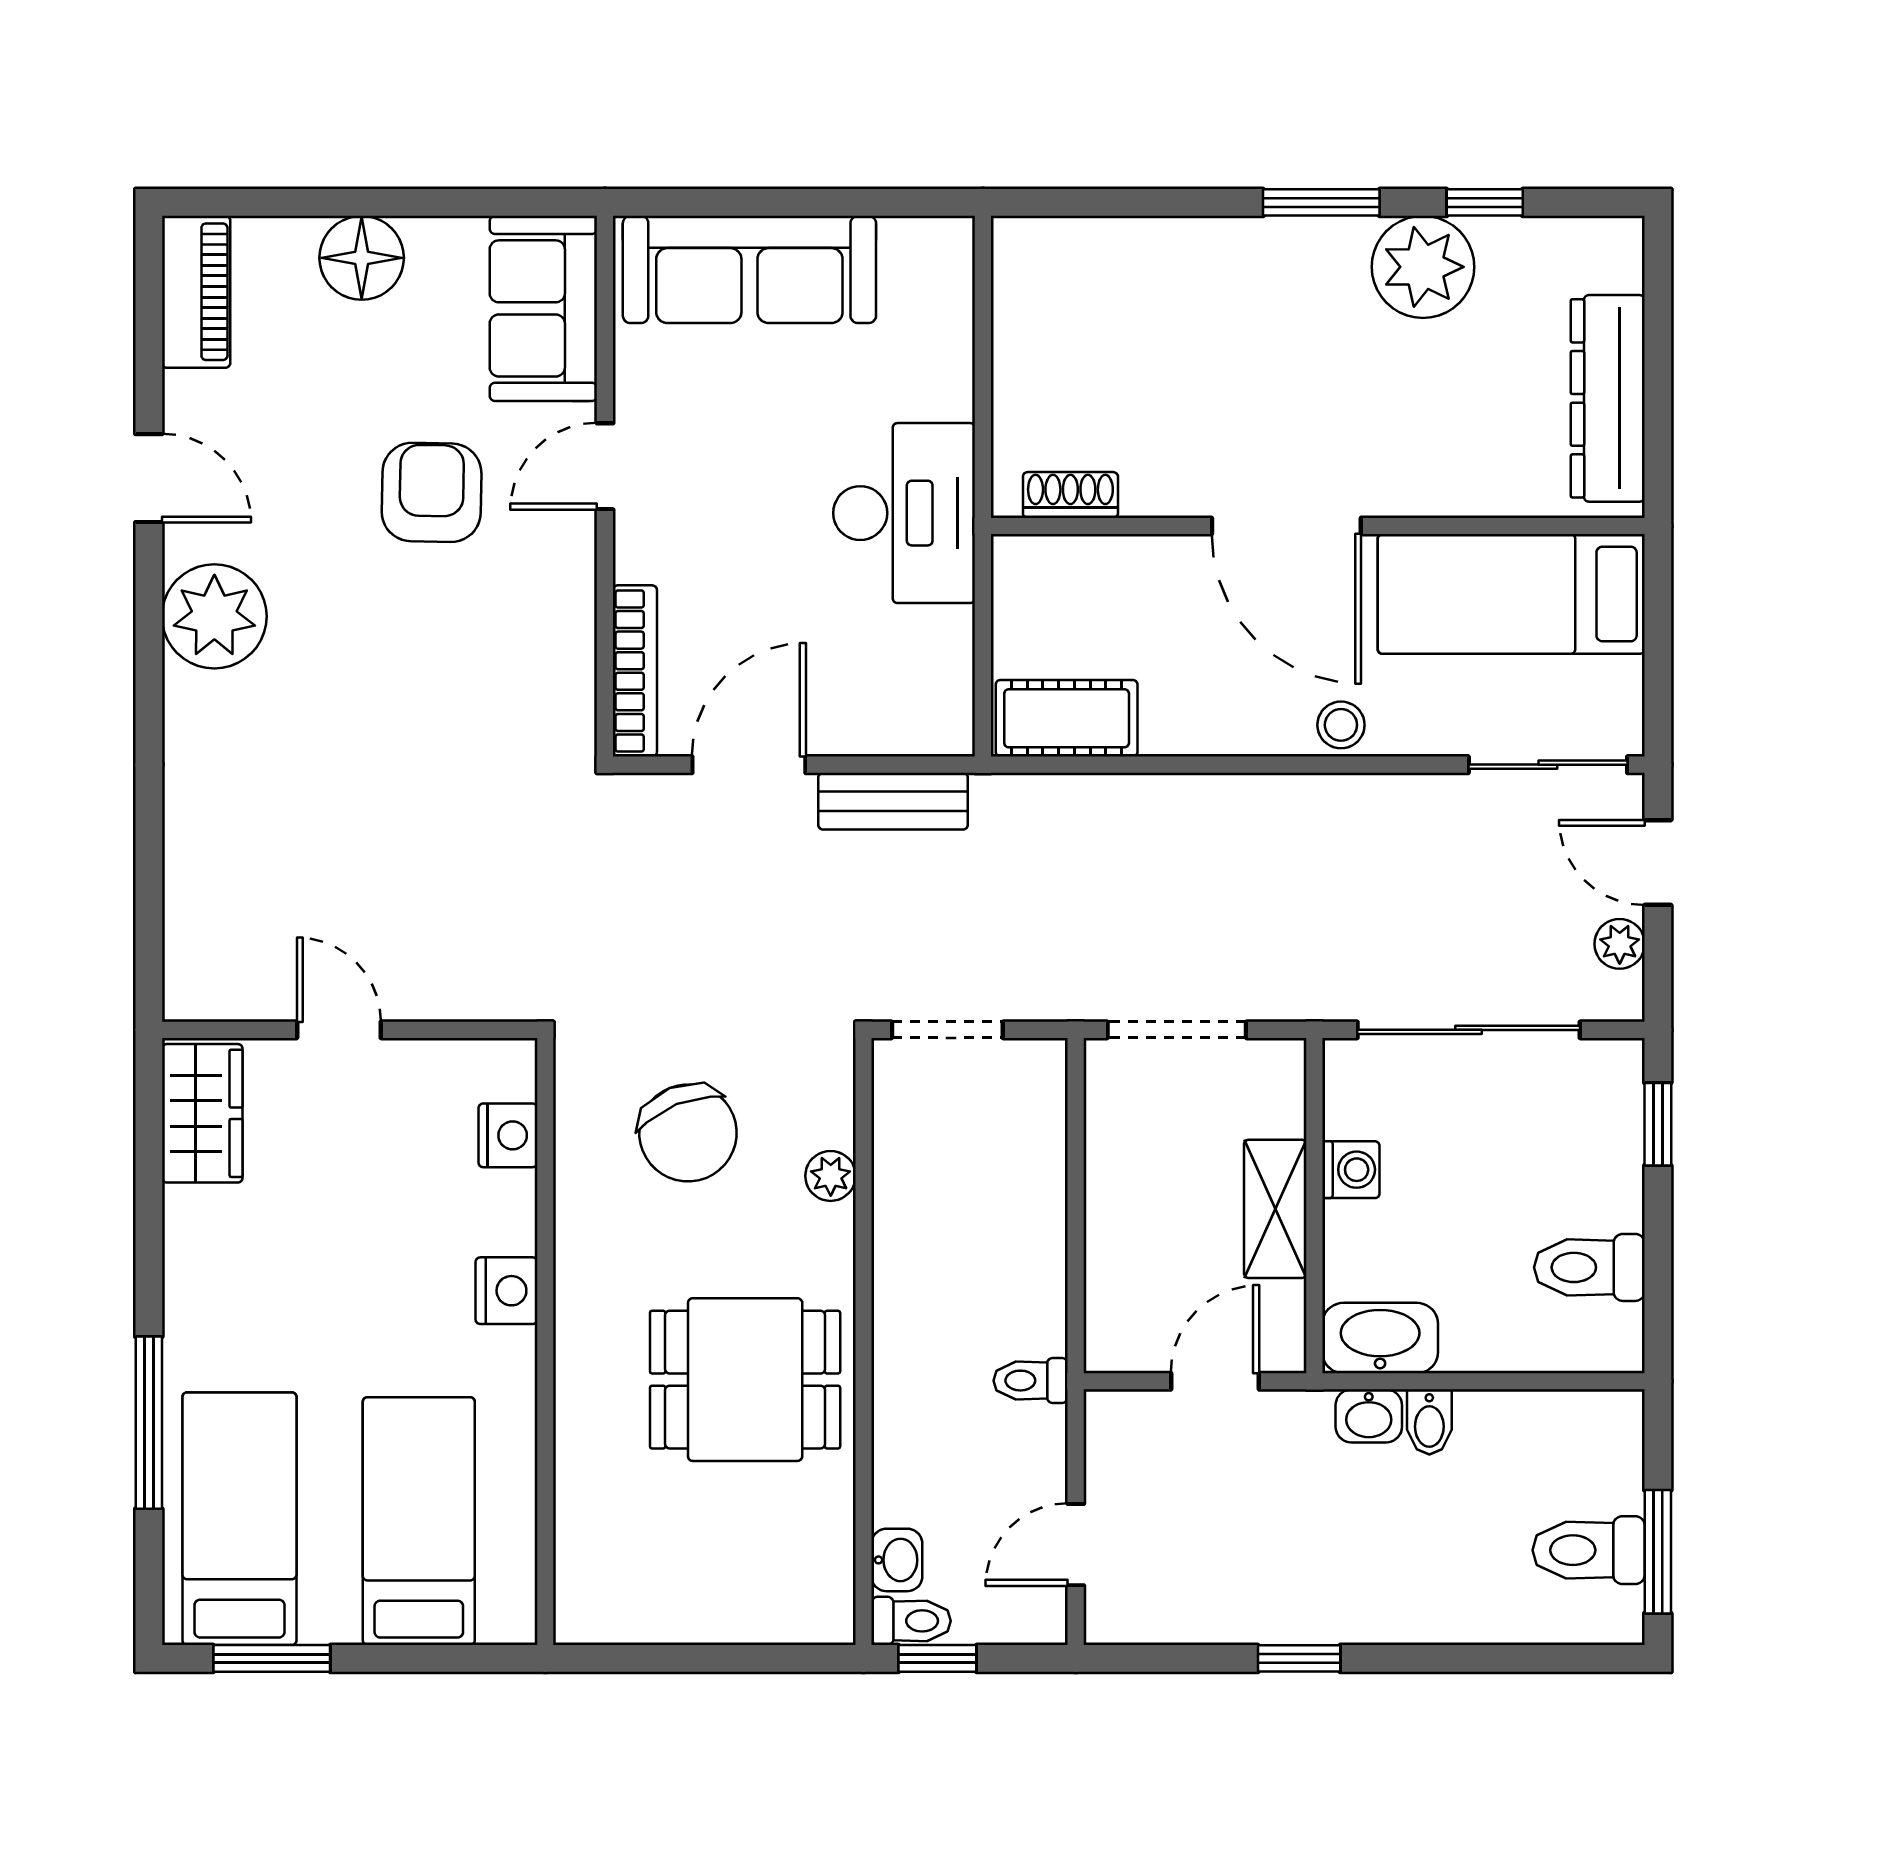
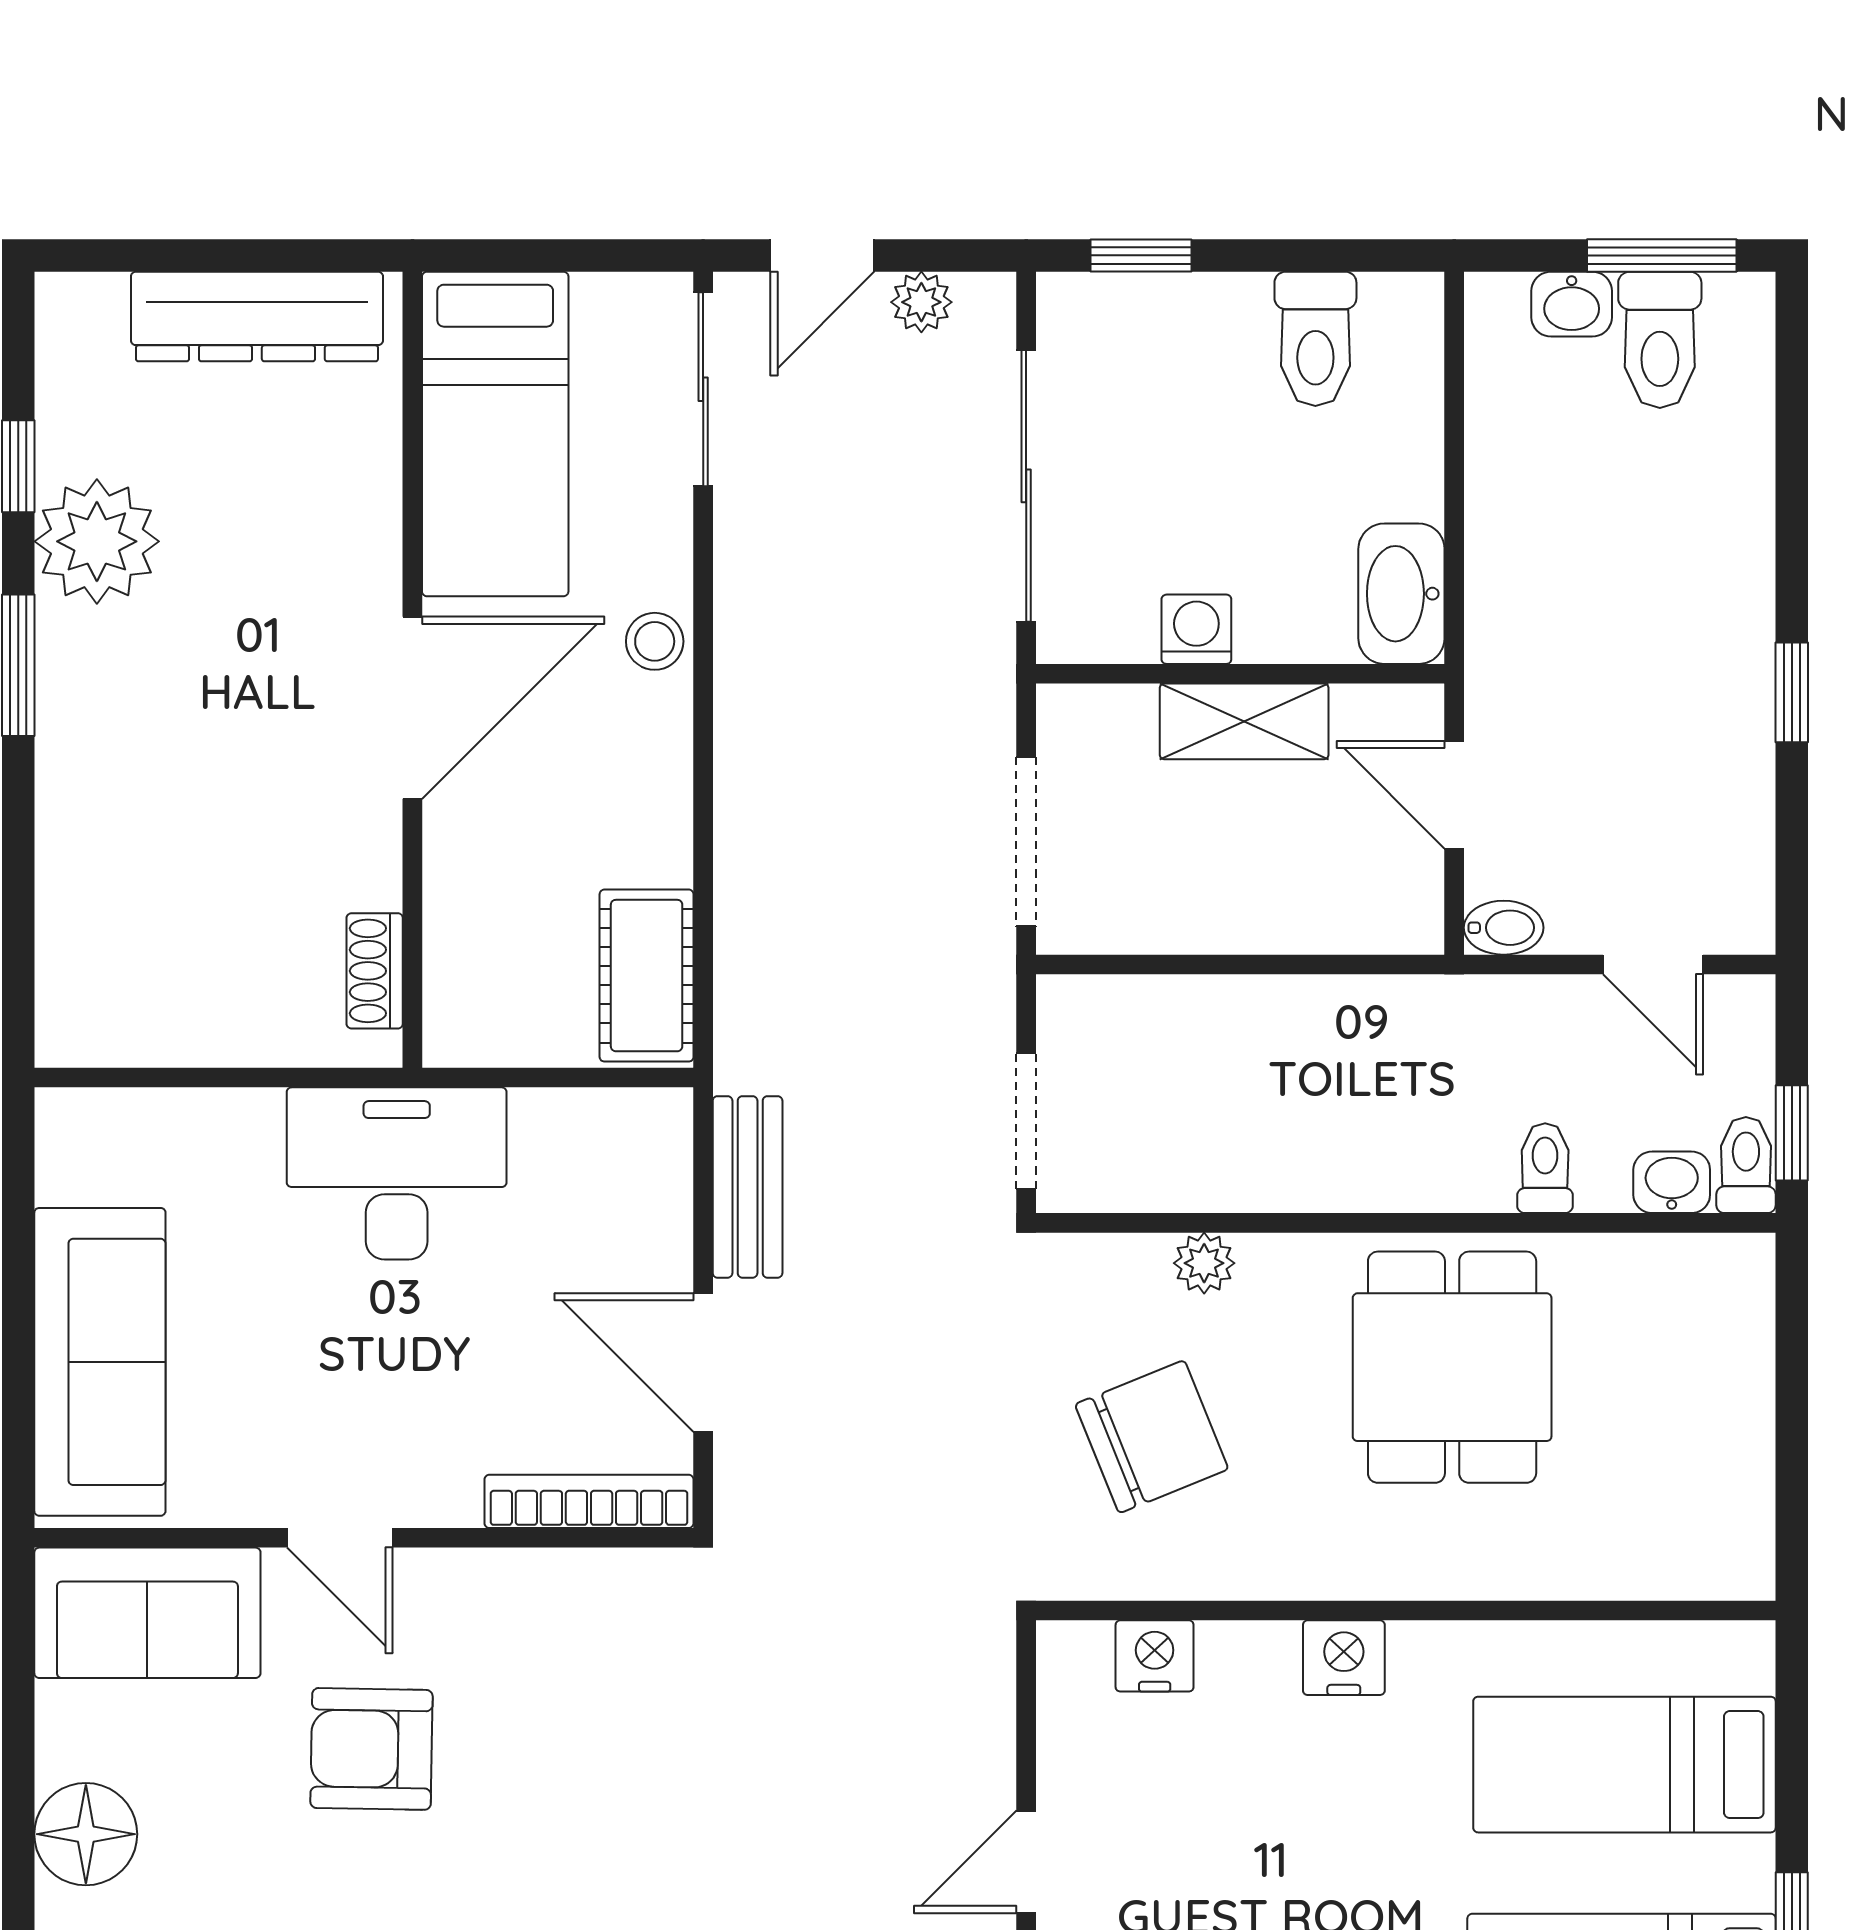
toilet: (1031, 1381) -> (1545, 1168), moved, turned 180
washbasin: (1369, 1416) -> (1572, 304), moved, turned 90
bidet: (1429, 1422) -> (1504, 928), moved

